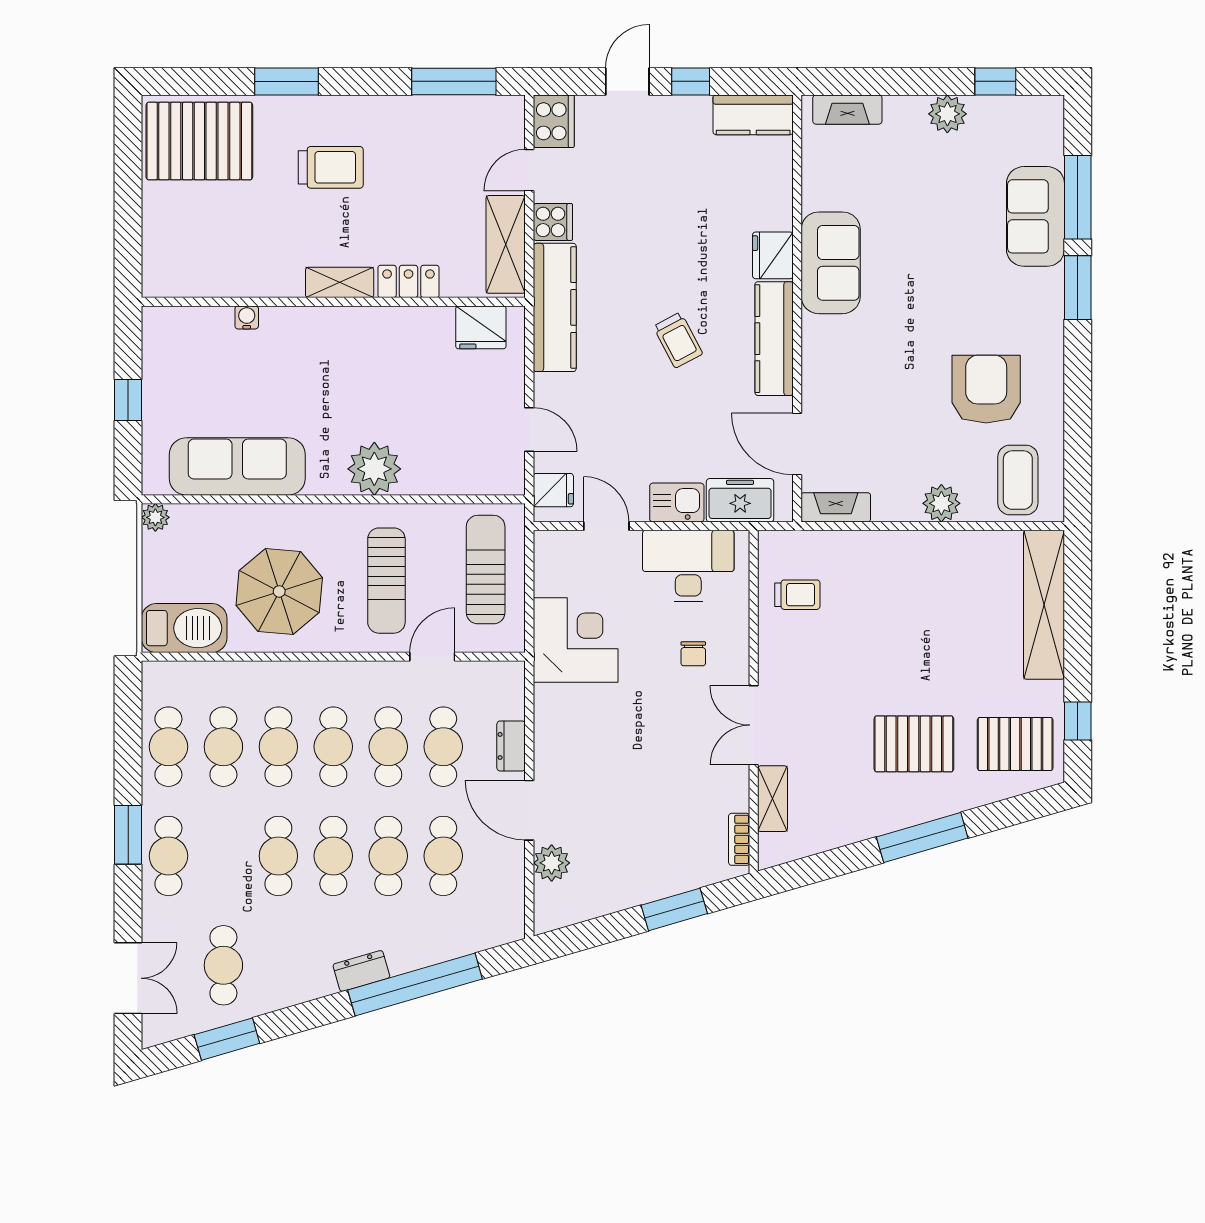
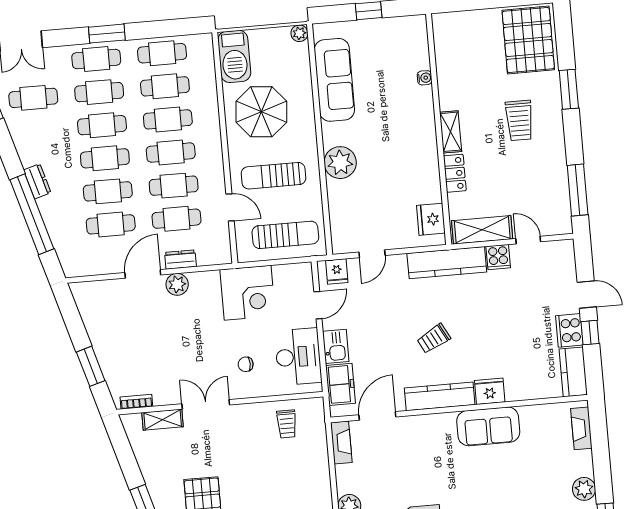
cooker: (554, 121) -> (569, 330), moved, turned 90
cafe table: (223, 856) -> (99, 92), added
plant: (552, 863) -> (177, 284), moved

